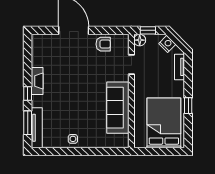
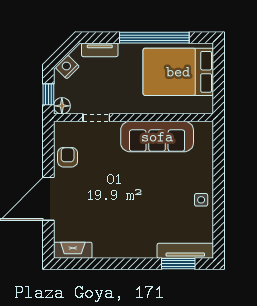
fireplace: (37, 81) -> (73, 250), moved
window: (28, 93) -> (137, 264), removed
window: (188, 106) -> (154, 38), width x3.17

